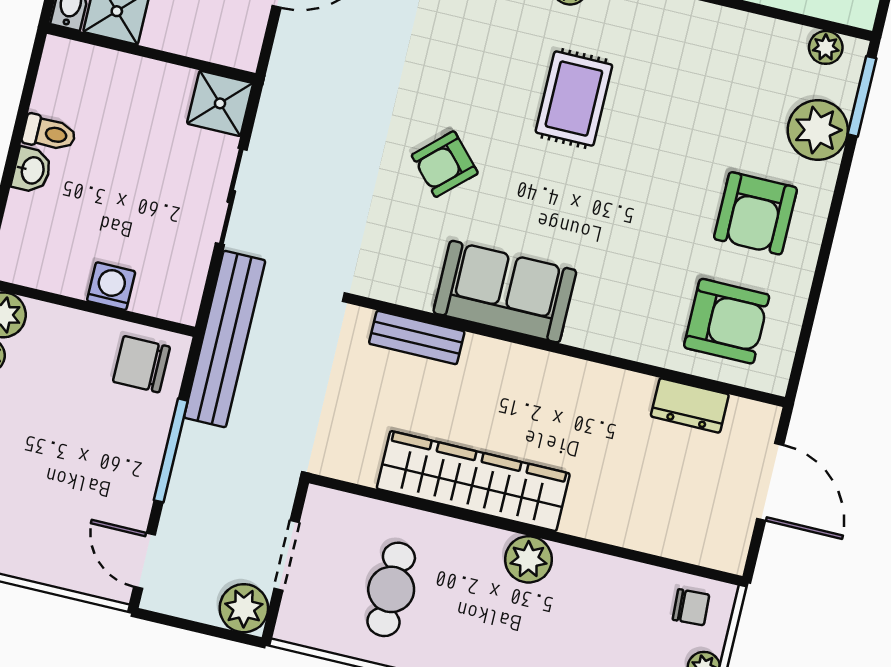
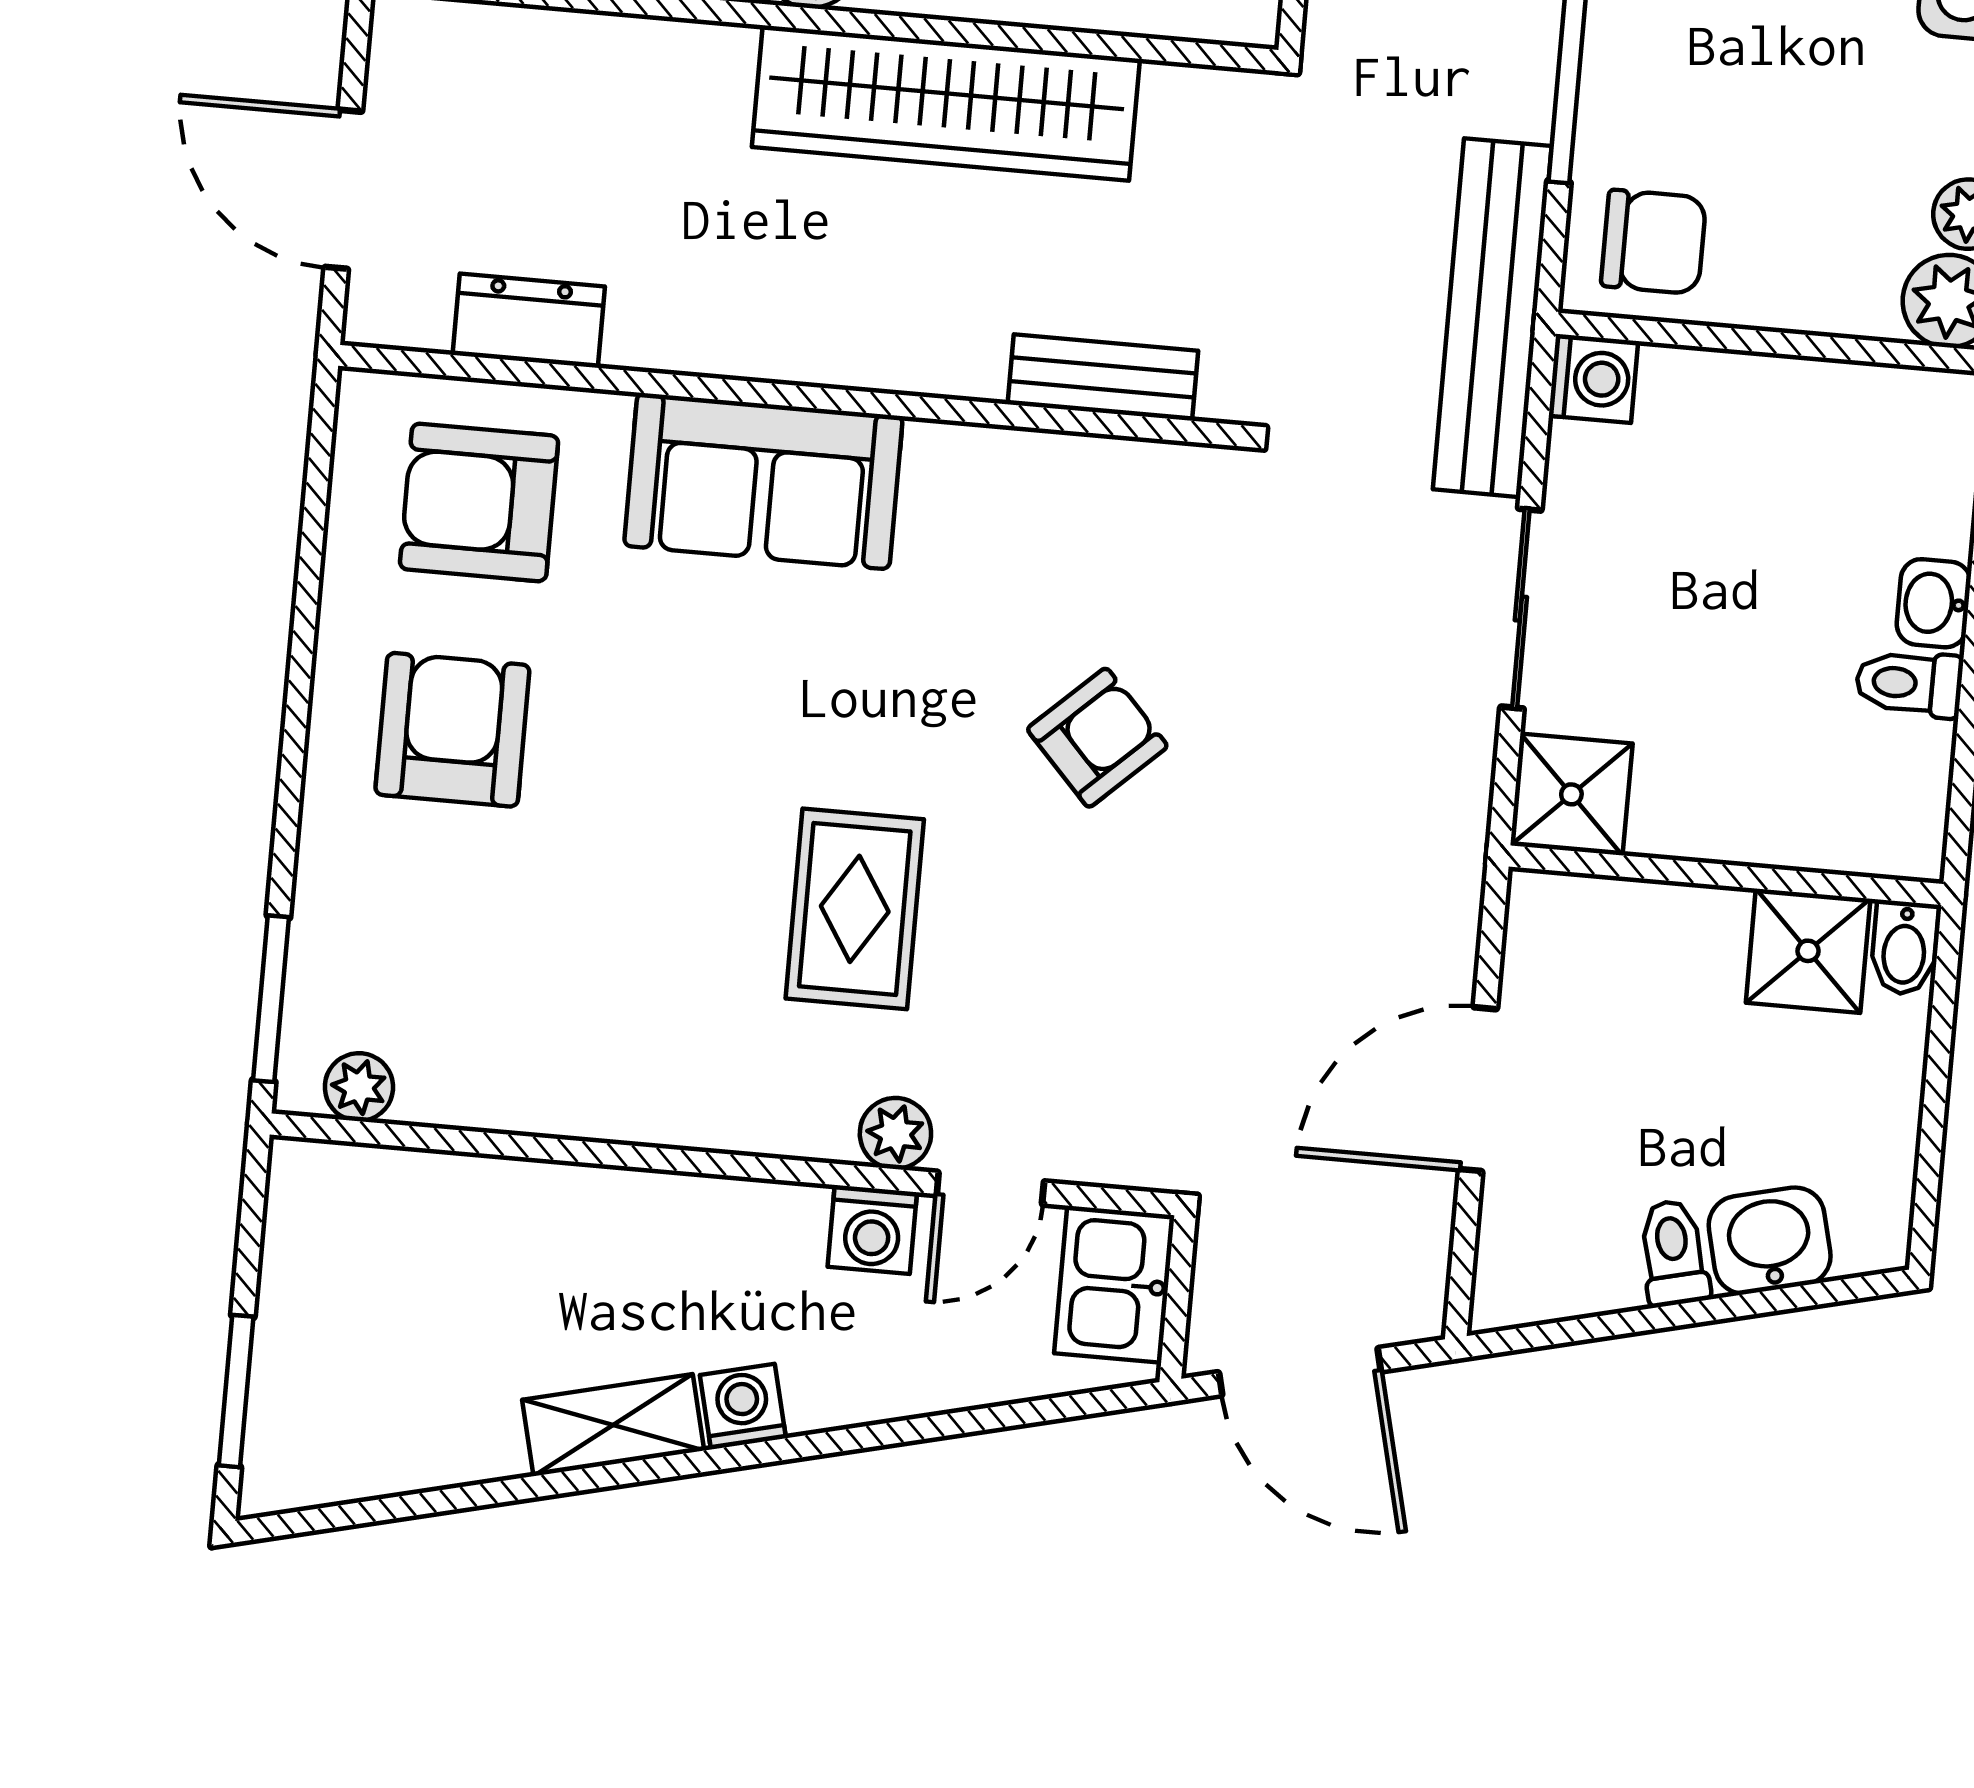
plant: (818, 130) -> (351, 917), removed
washing machine: (111, 286) -> (1593, 378), moved, turned -90
sofa: (505, 292) -> (763, 481), moved

